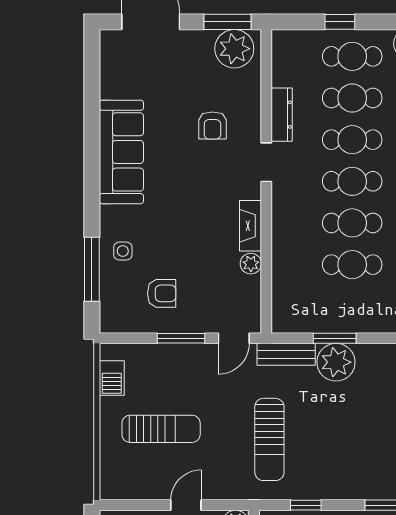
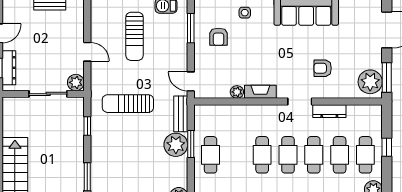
cafe table: (352, 265) -> (211, 155), moved
window: (181, 338) -> (191, 28), moved

